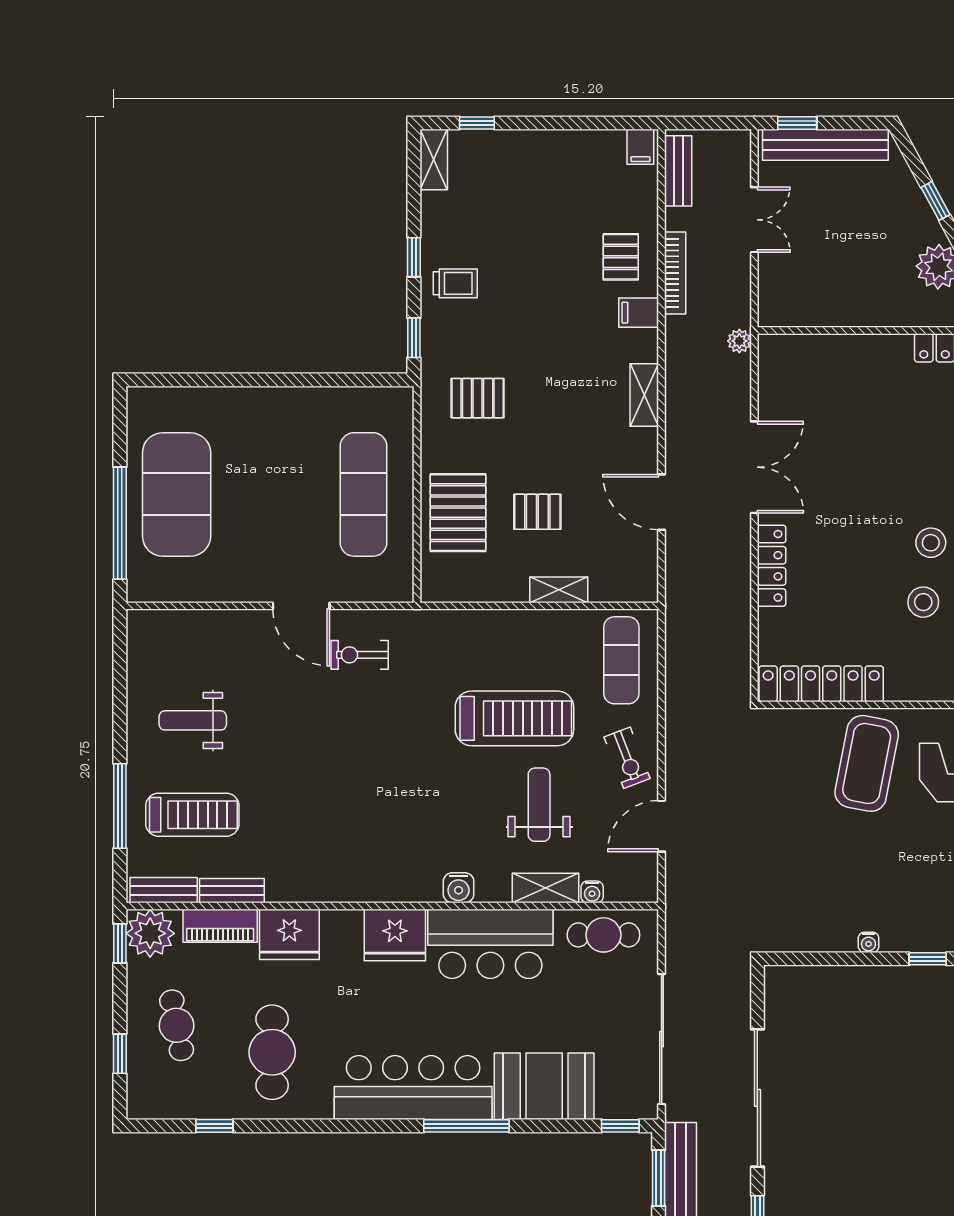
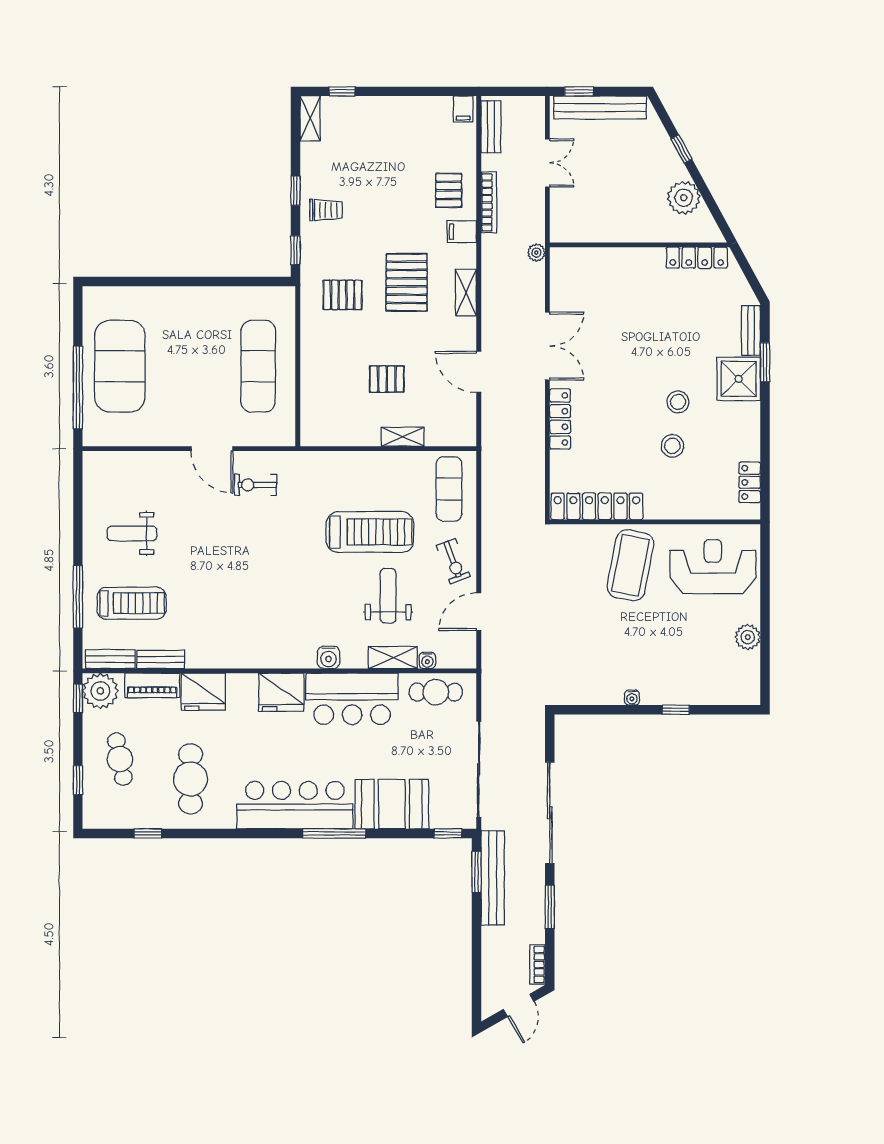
pallet: (458, 513) -> (407, 282), moved

